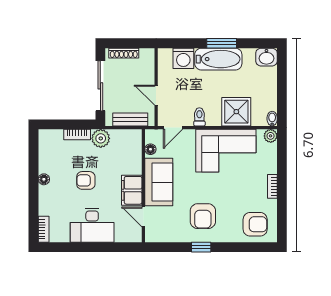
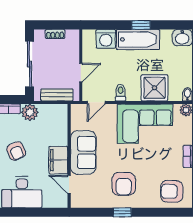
window: (222, 43) -> (141, 25), width x0.67
shoe rack: (124, 53) -> (55, 34), width x0.70
door: (156, 95) -> (81, 73), swing flipped
floor lamp: (150, 149) -> (76, 122), removed
armchair: (86, 180) -> (16, 151), turned -114
armchair: (255, 224) -> (172, 191), turned 180

